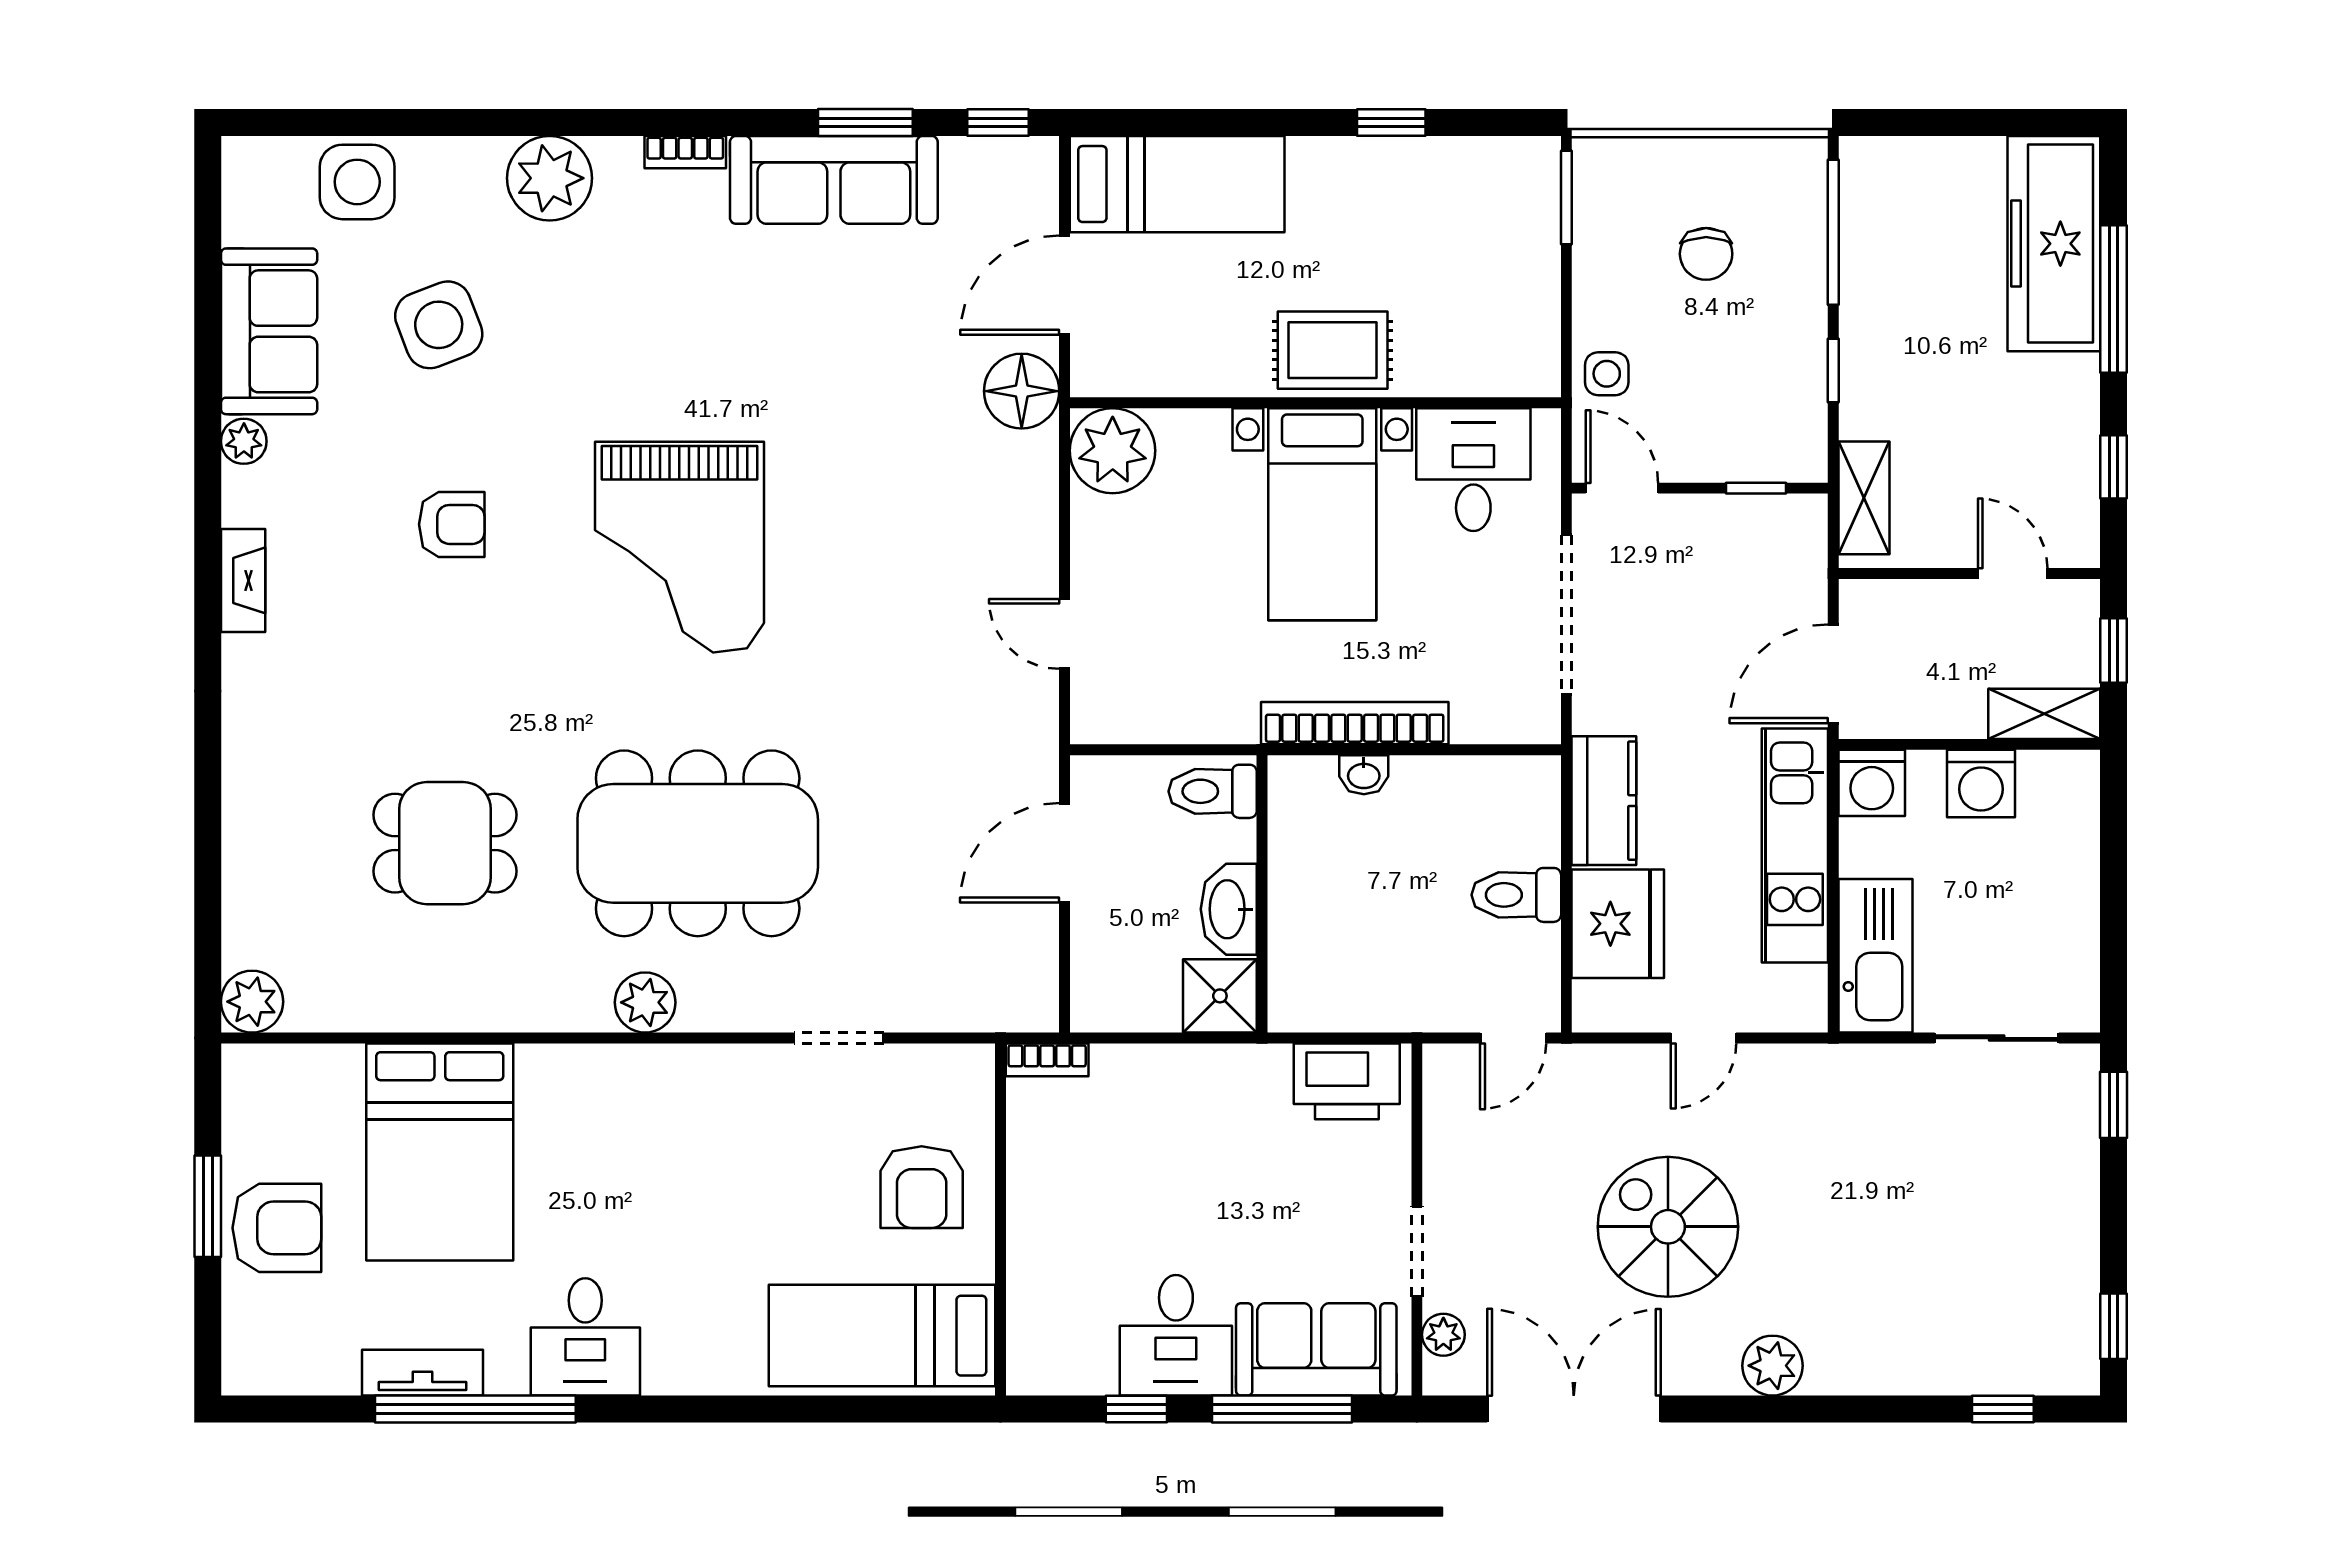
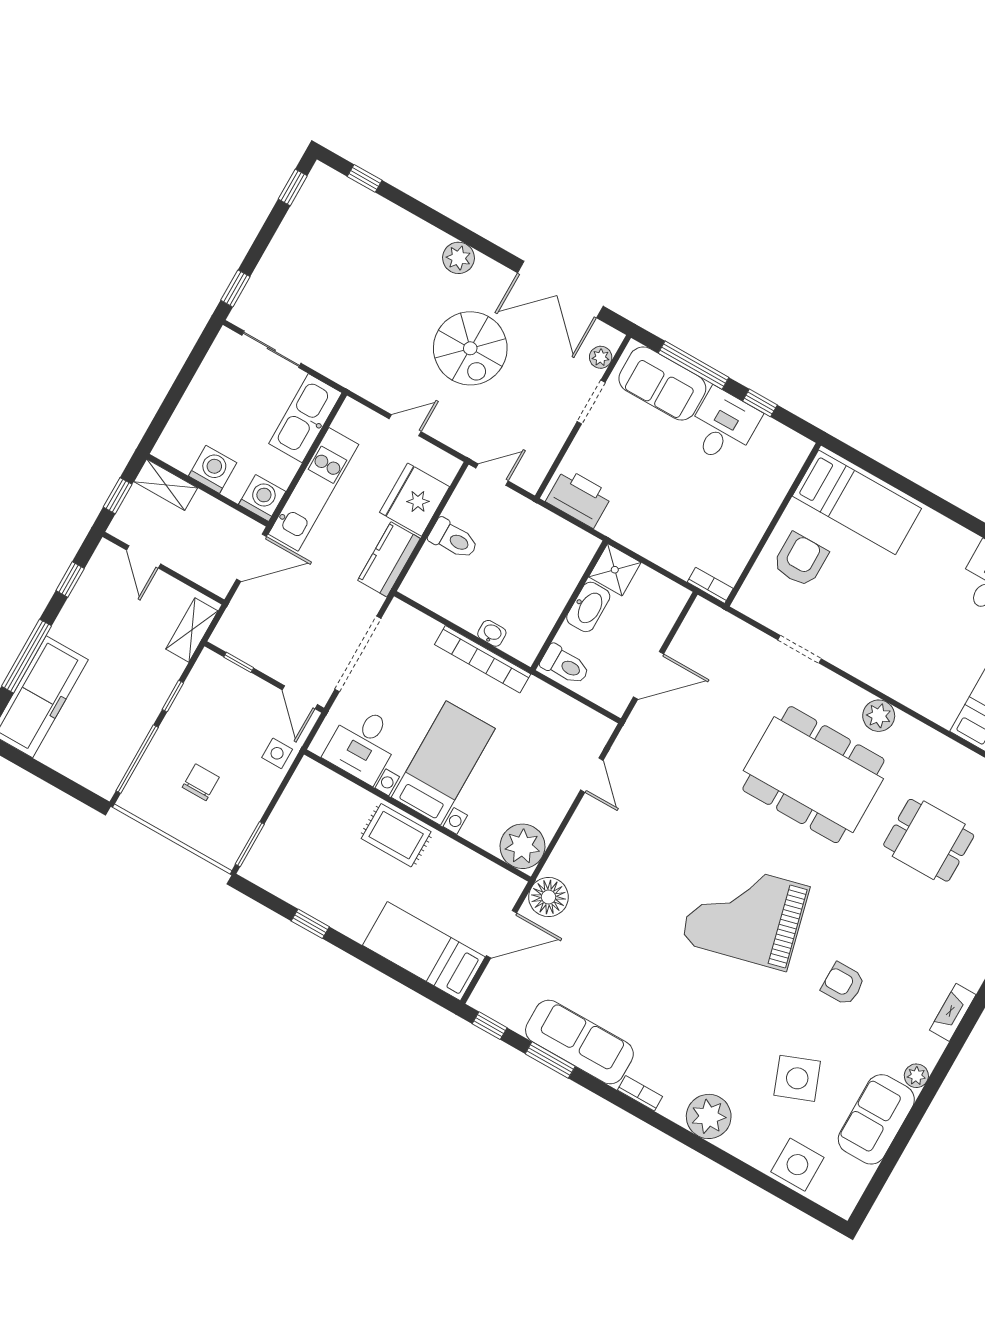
grand piano: (679, 547) -> (745, 914), turned -104

